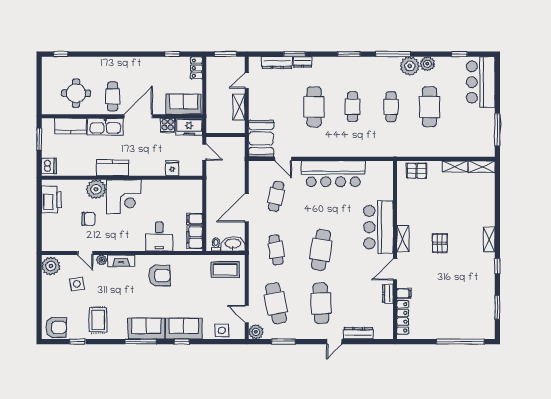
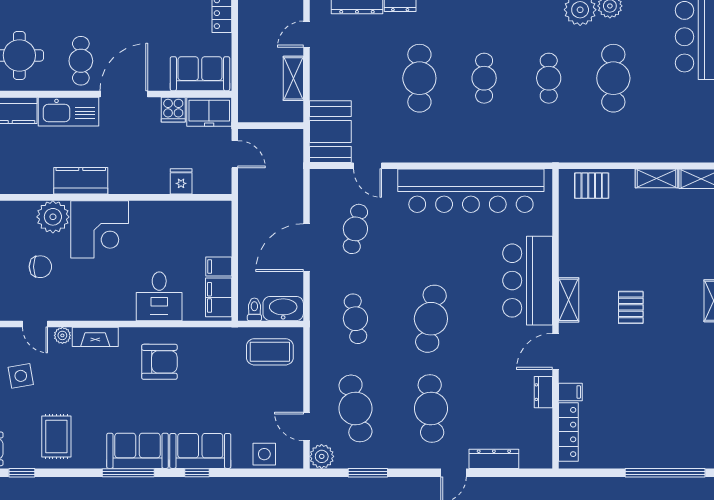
bar counter: (333, 174) -> (471, 191), width x1.36

